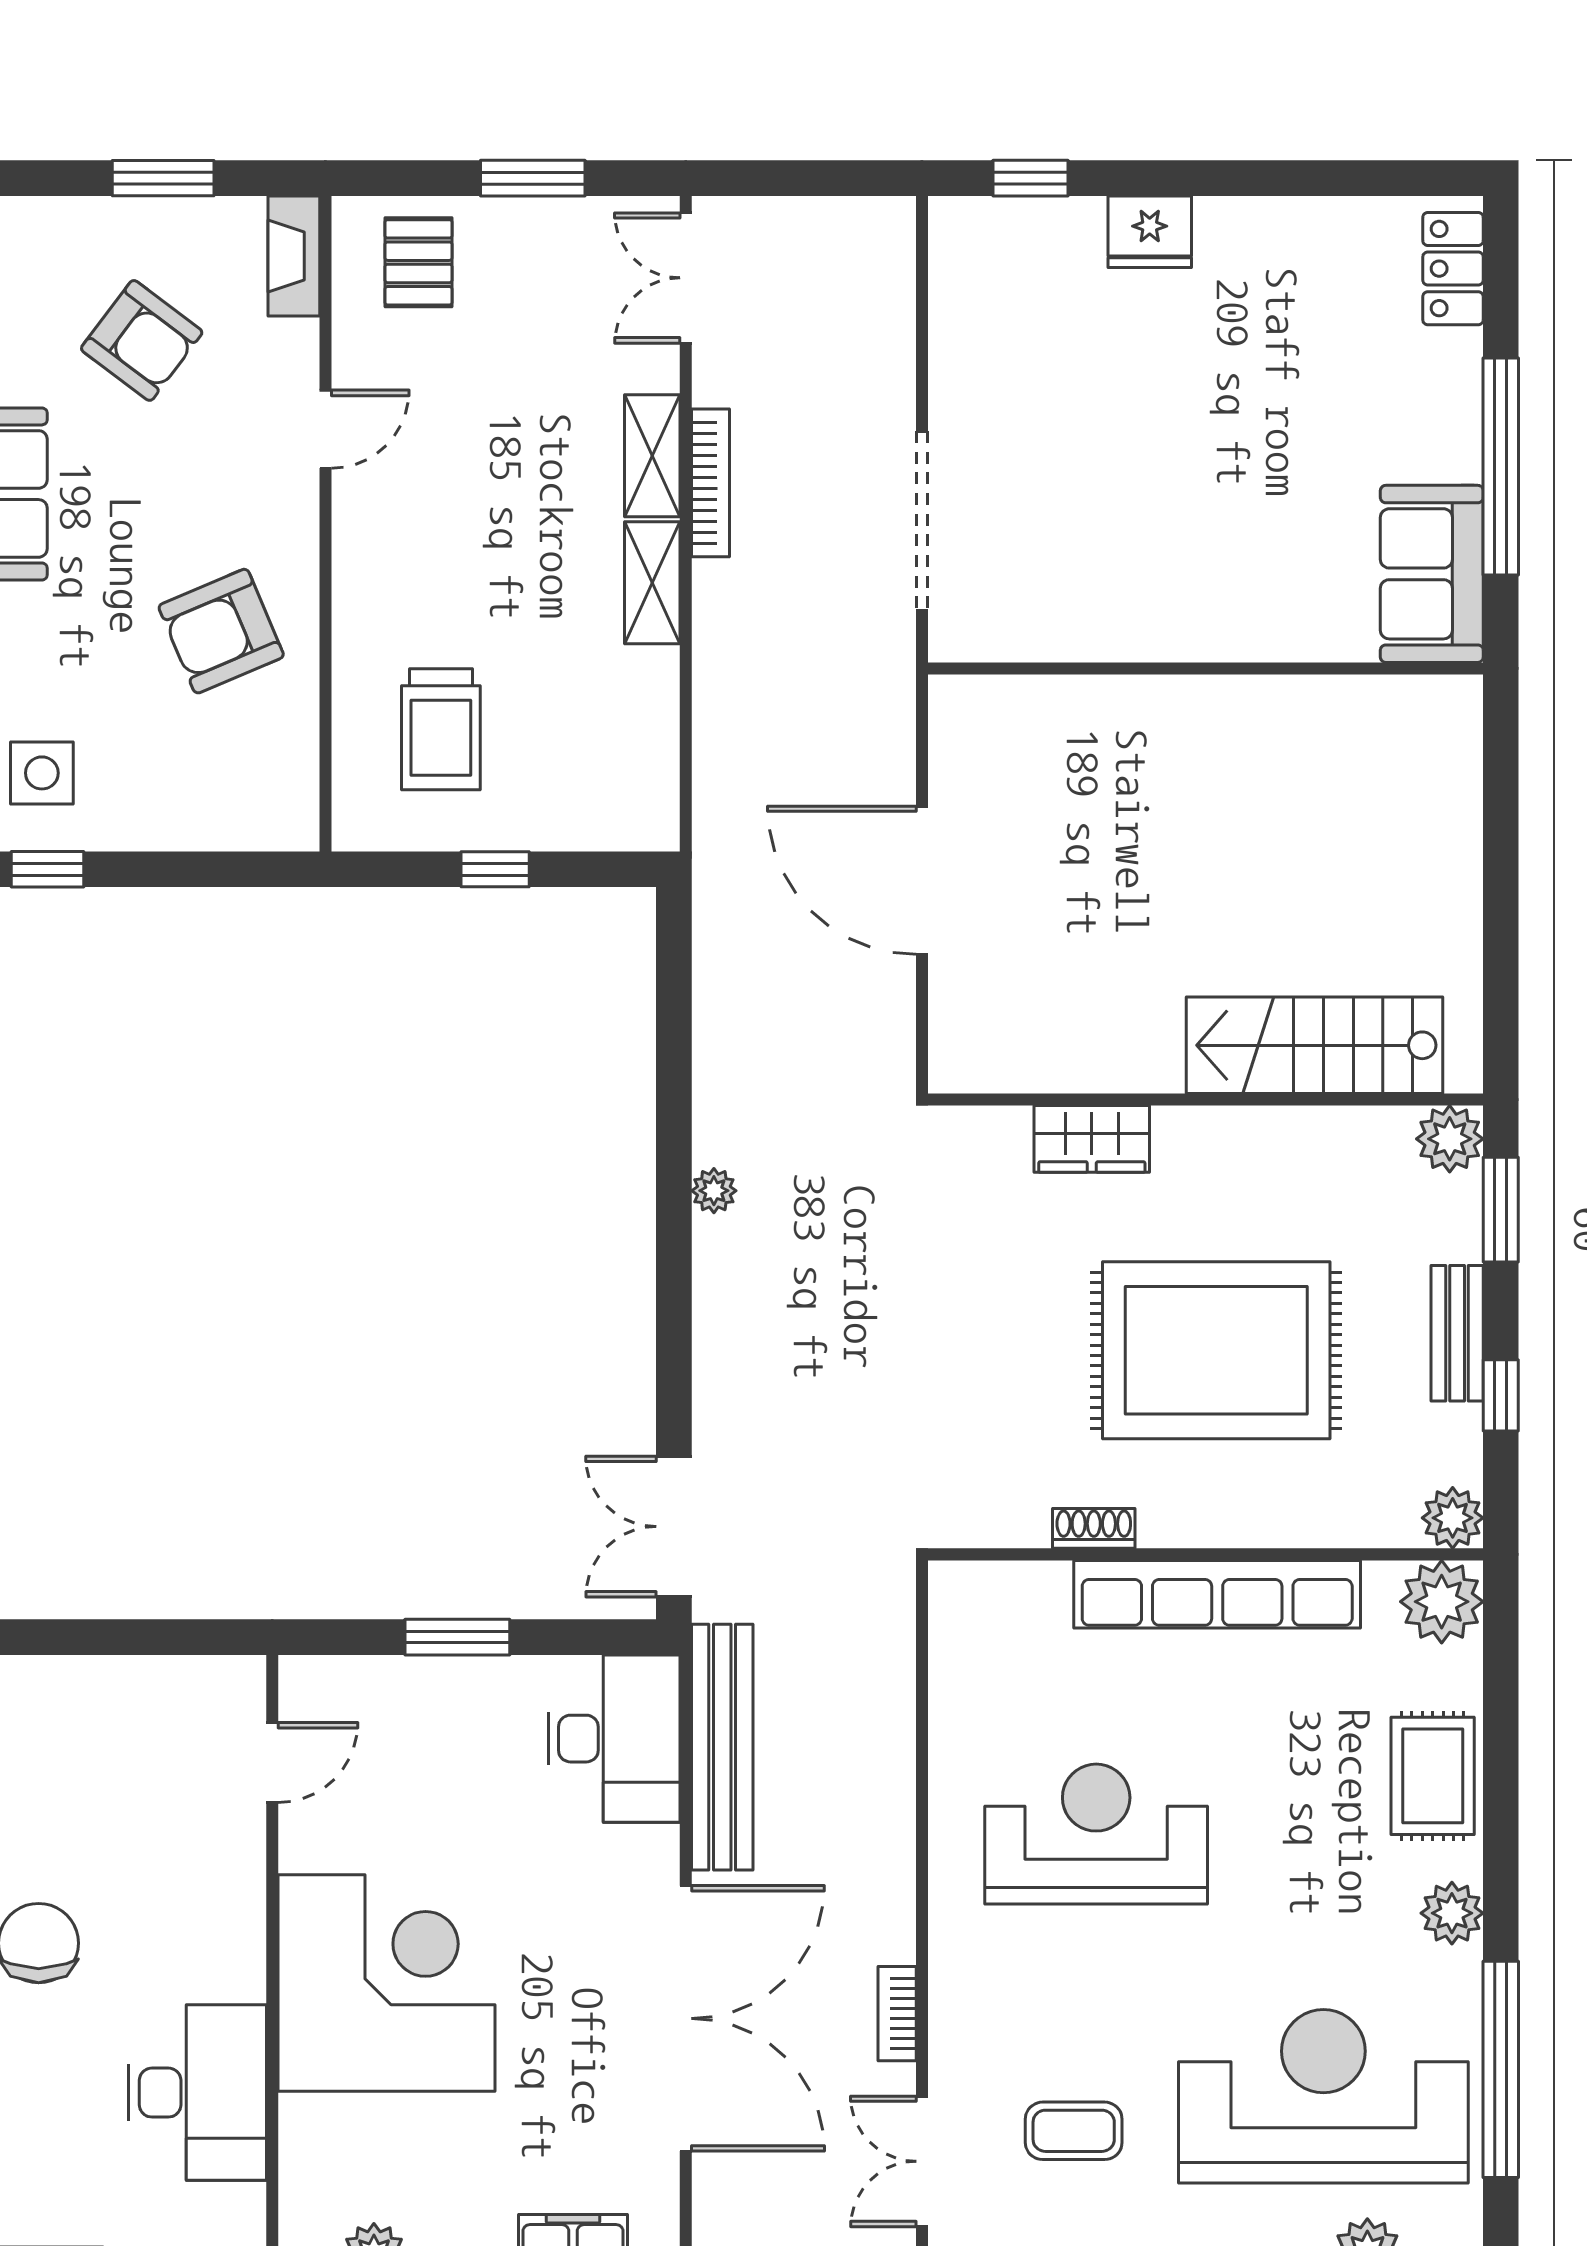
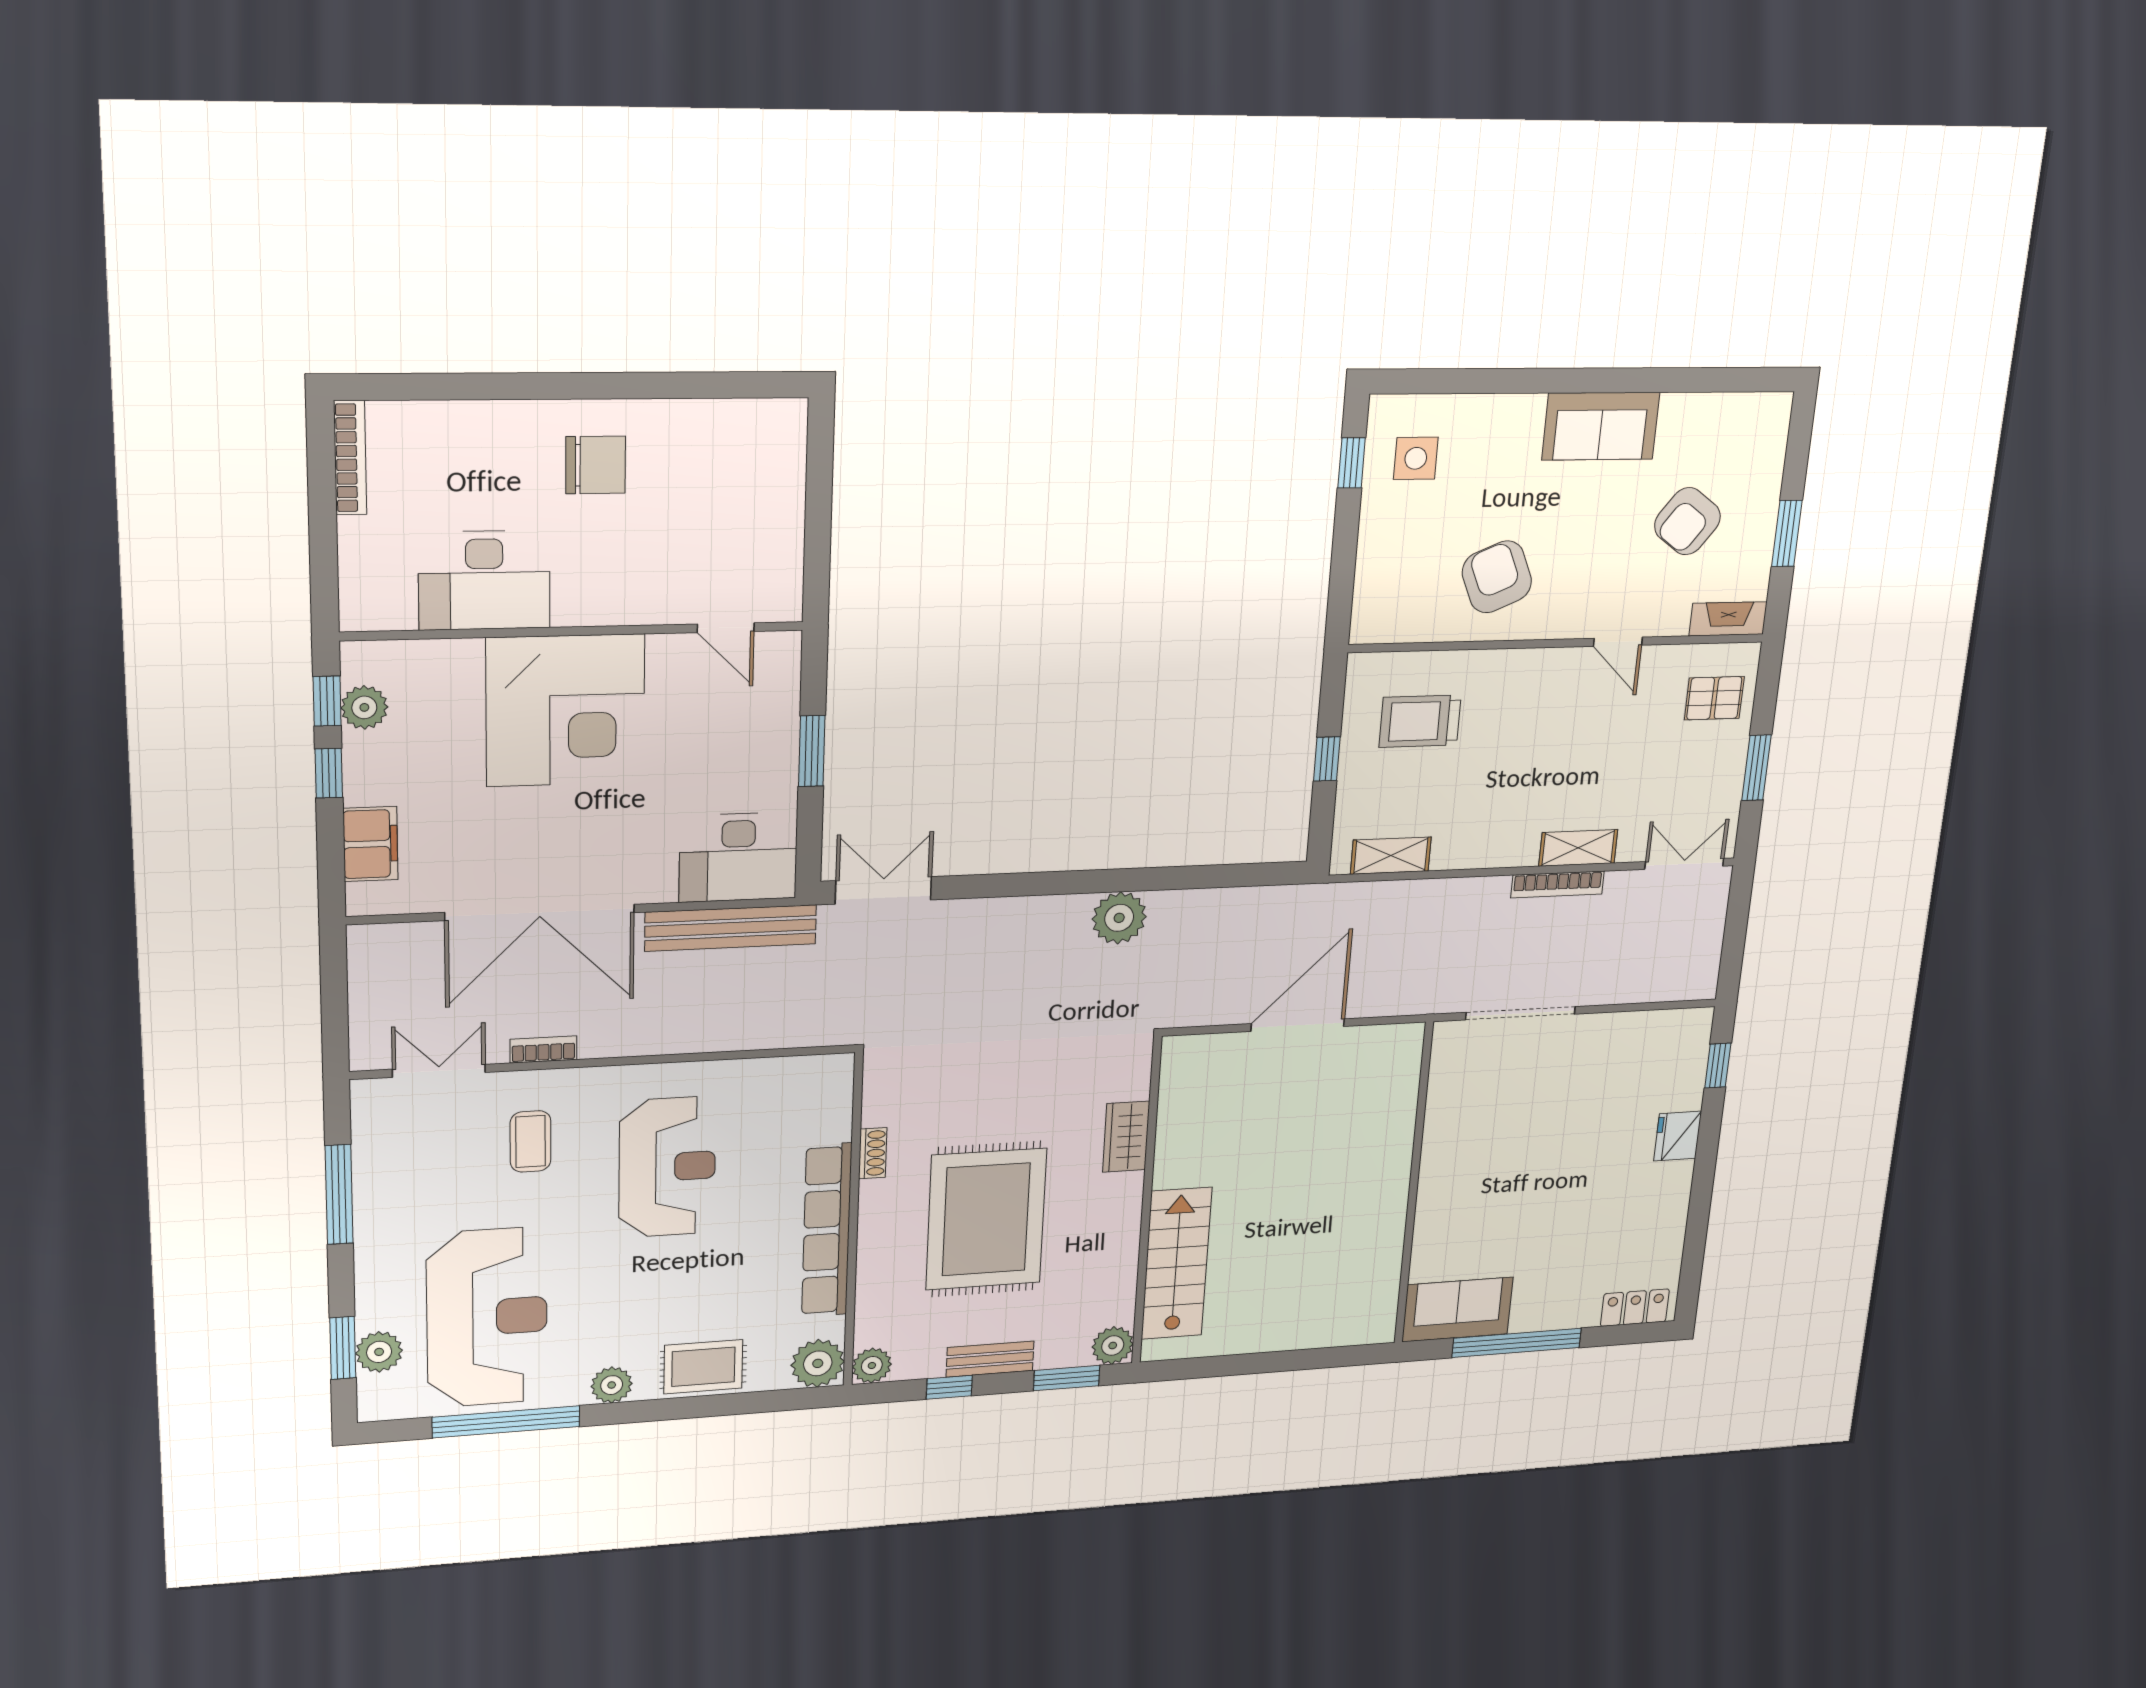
shelving: (652, 583) -> (1391, 856), moved
plant: (714, 1191) -> (1119, 918), width x1.88, depth x1.88
coffee table: (1074, 2131) -> (530, 1141), moved

